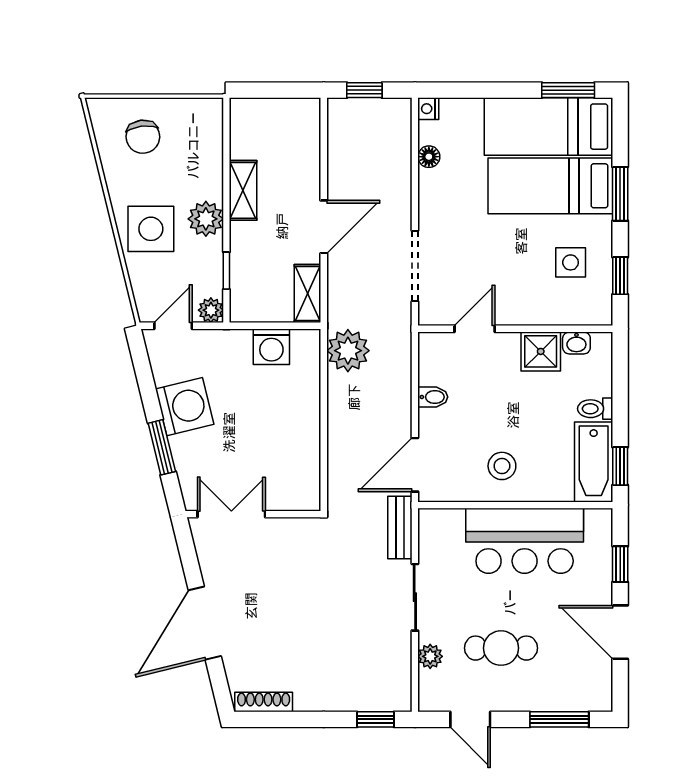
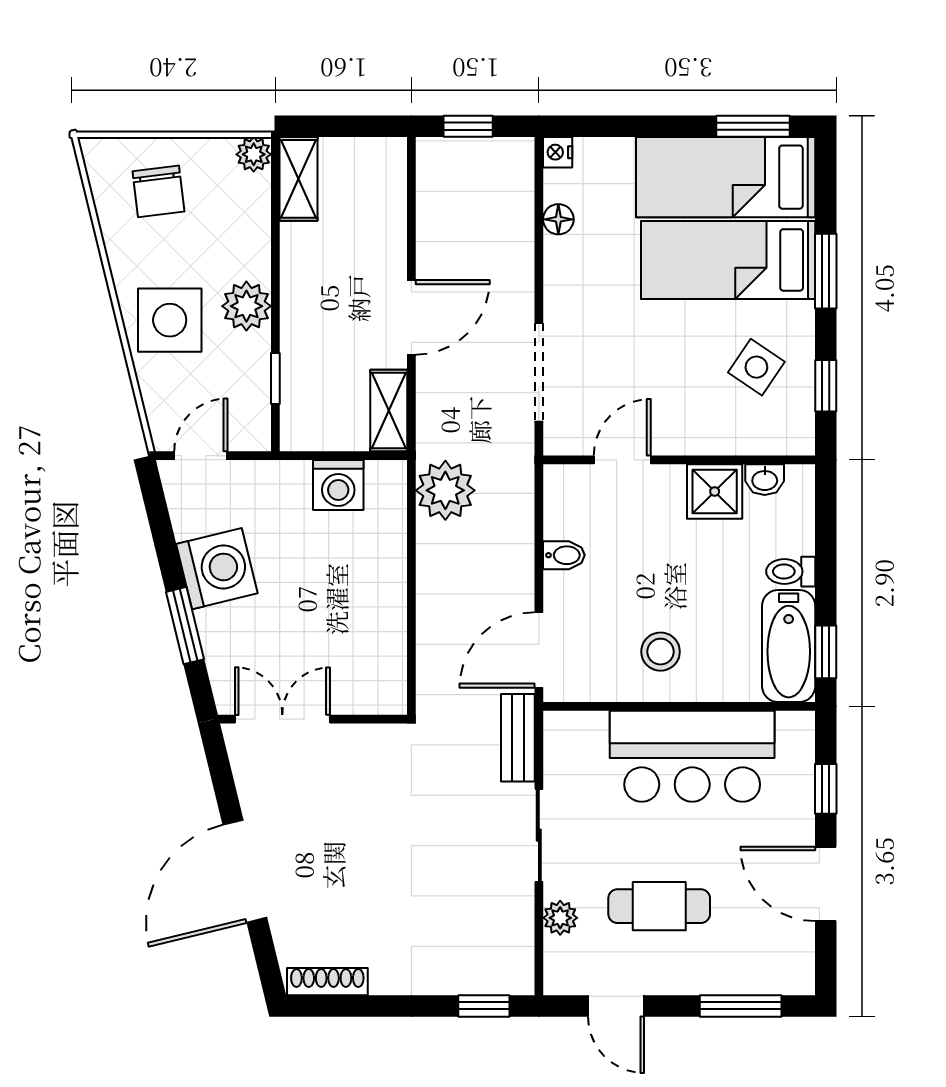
shelving: (243, 190) -> (299, 179), moved
side table: (571, 262) -> (756, 367), turned 34
plant: (211, 310) -> (254, 154), moved

